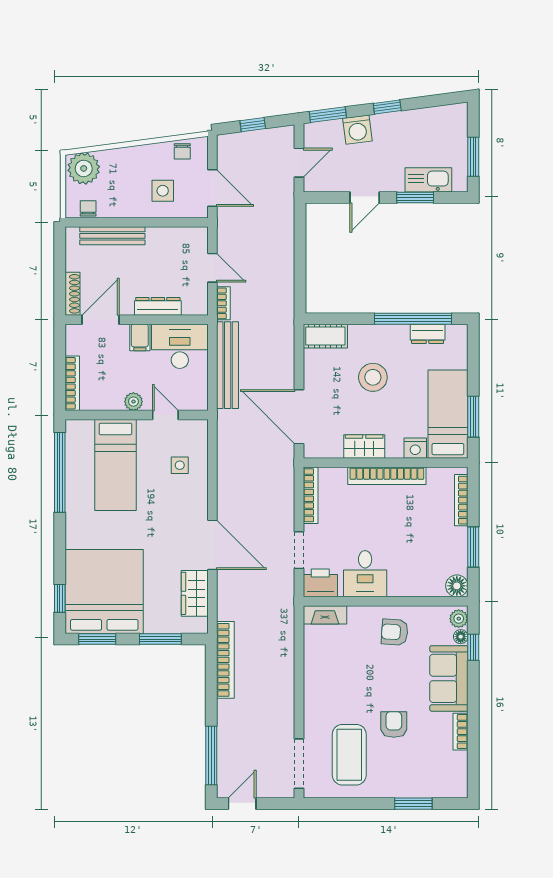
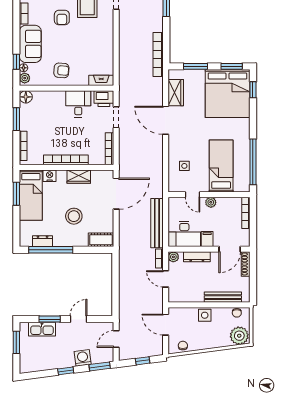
side table: (163, 191) -> (205, 315), moved
plant: (199, 306) -> (173, 257), added
door: (299, 417) -> (116, 194), hinge flipped

